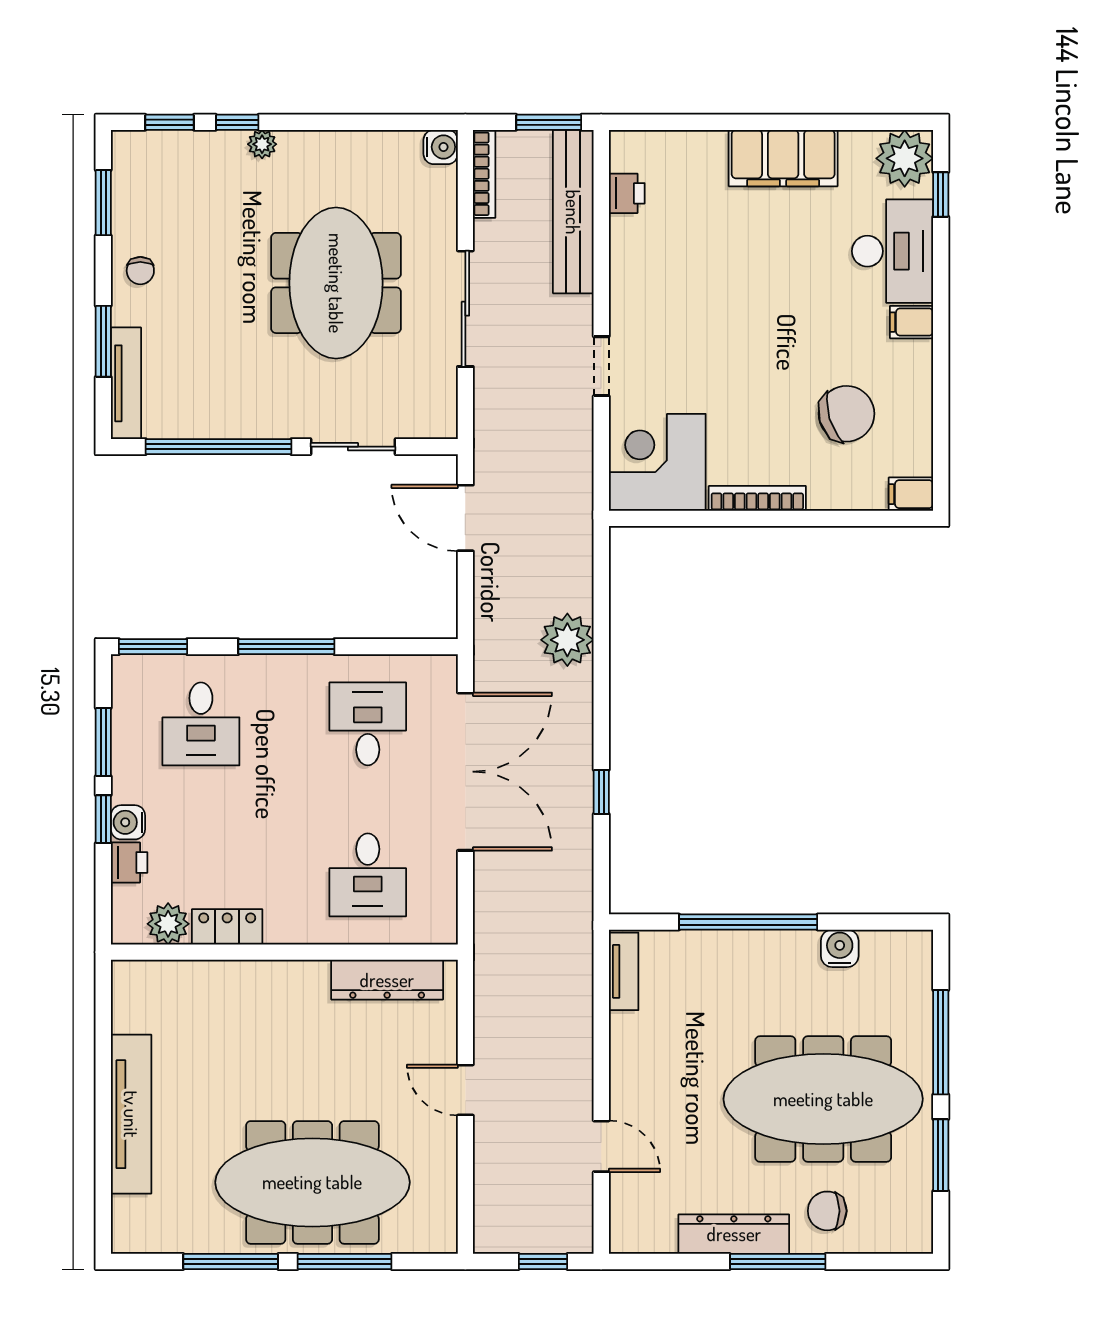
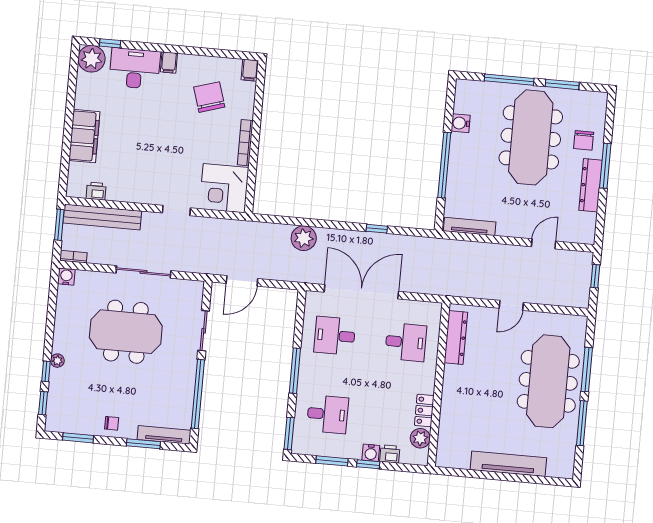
filing cabinet: (783, 158) -> (84, 136), moved
bookcase: (484, 174) -> (73, 257), width x0.64
tv unit: (624, 971) -> (470, 227), width x1.41

